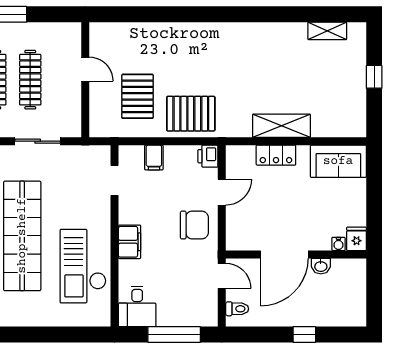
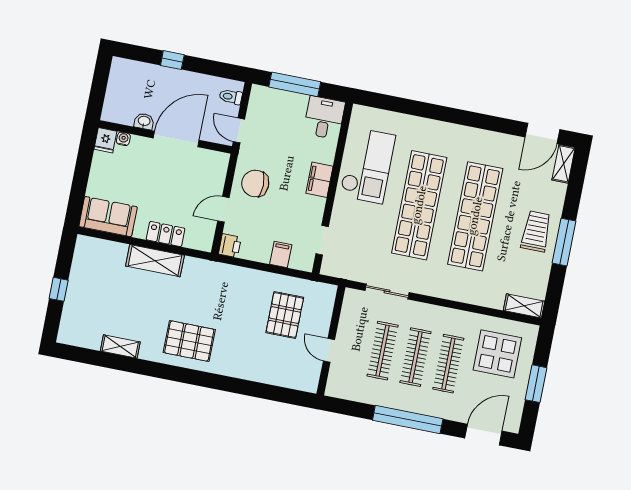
shelving: (327, 31) -> (120, 346), moved
pallet: (191, 114) -> (189, 341), moved

